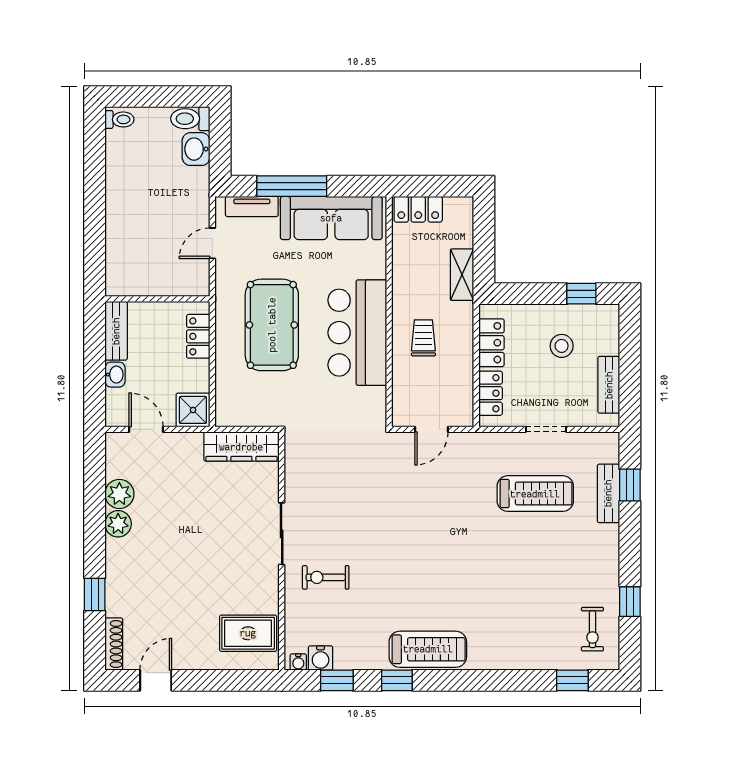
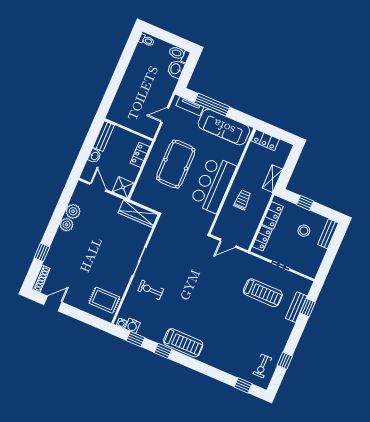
window: (581, 294) -> (305, 203), moved
bench: (609, 385) -> (328, 234), moved

